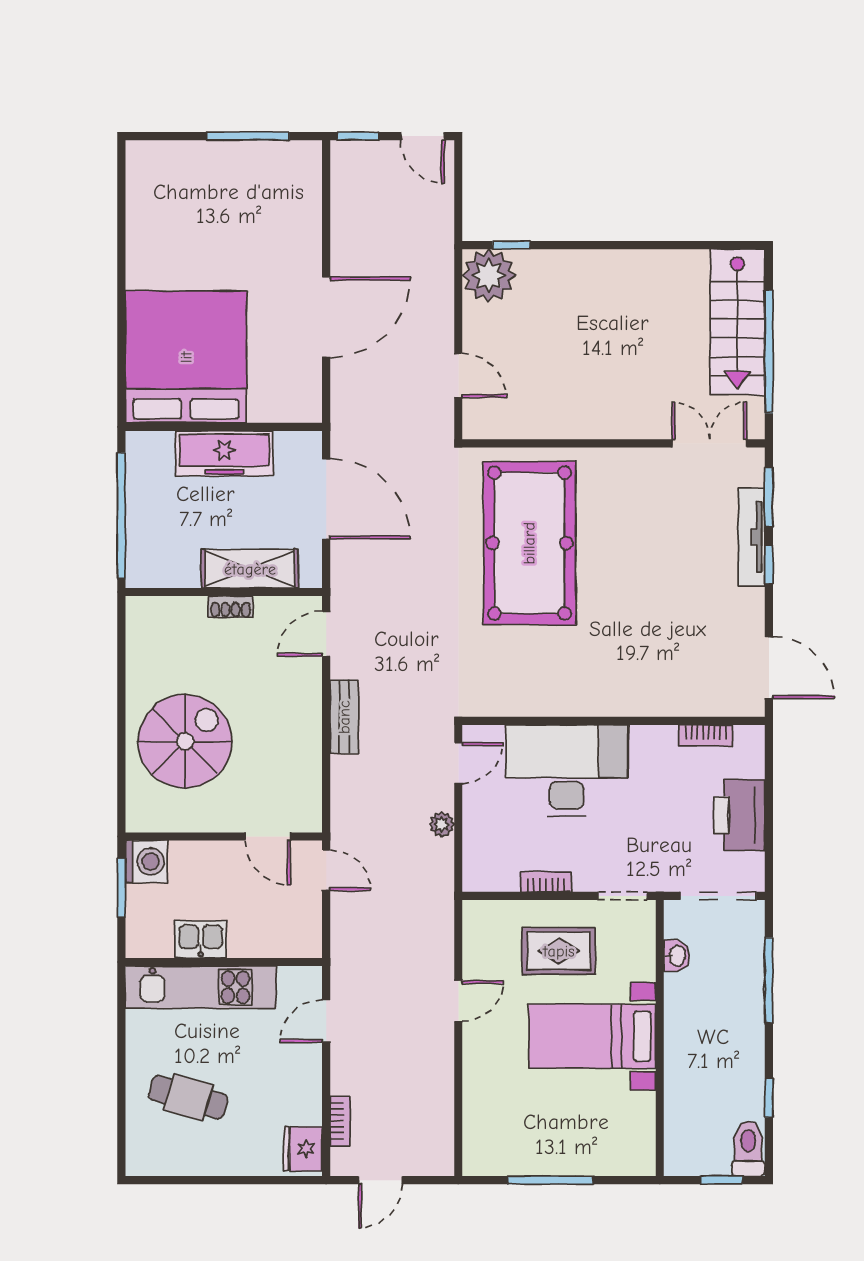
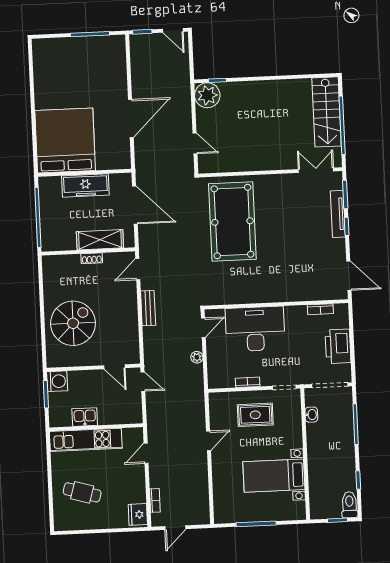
bed with nightstands: (592, 1036) -> (274, 476), moved

